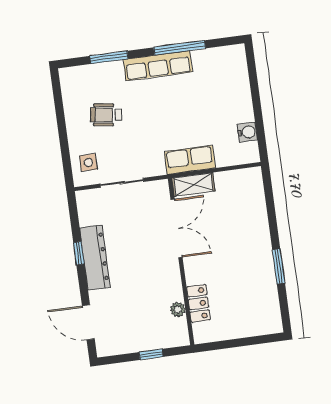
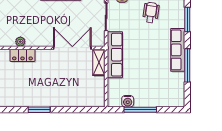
window: (258, 111) -> (140, 110), added
row of seats: (190, 160) -> (115, 55), width x1.48
double door: (177, 228) -> (72, 48), swing flipped

